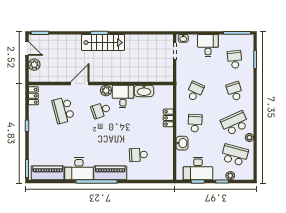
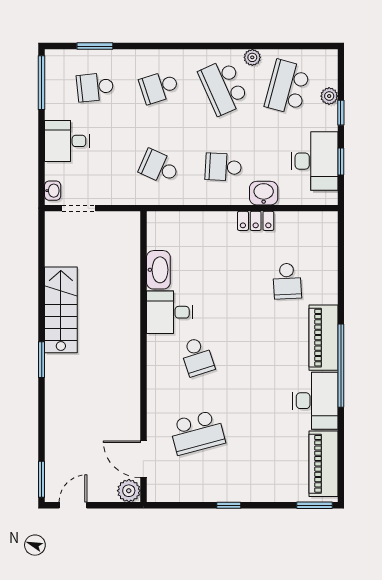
stairs: (103, 43) -> (61, 310), moved
plant: (34, 65) -> (129, 491), moved
door: (80, 83) -> (143, 459), moved
plant: (106, 90) -> (157, 346), removed
locker: (33, 96) -> (168, 493), removed
locker: (168, 118) -> (256, 221), moved

